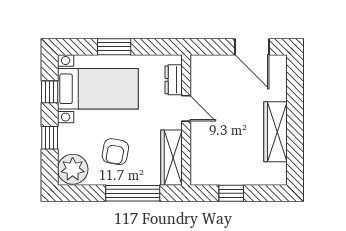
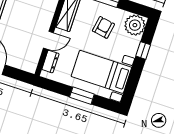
window: (50, 92) -> (133, 80), removed
door: (186, 108) -> (48, 40), swing flipped

